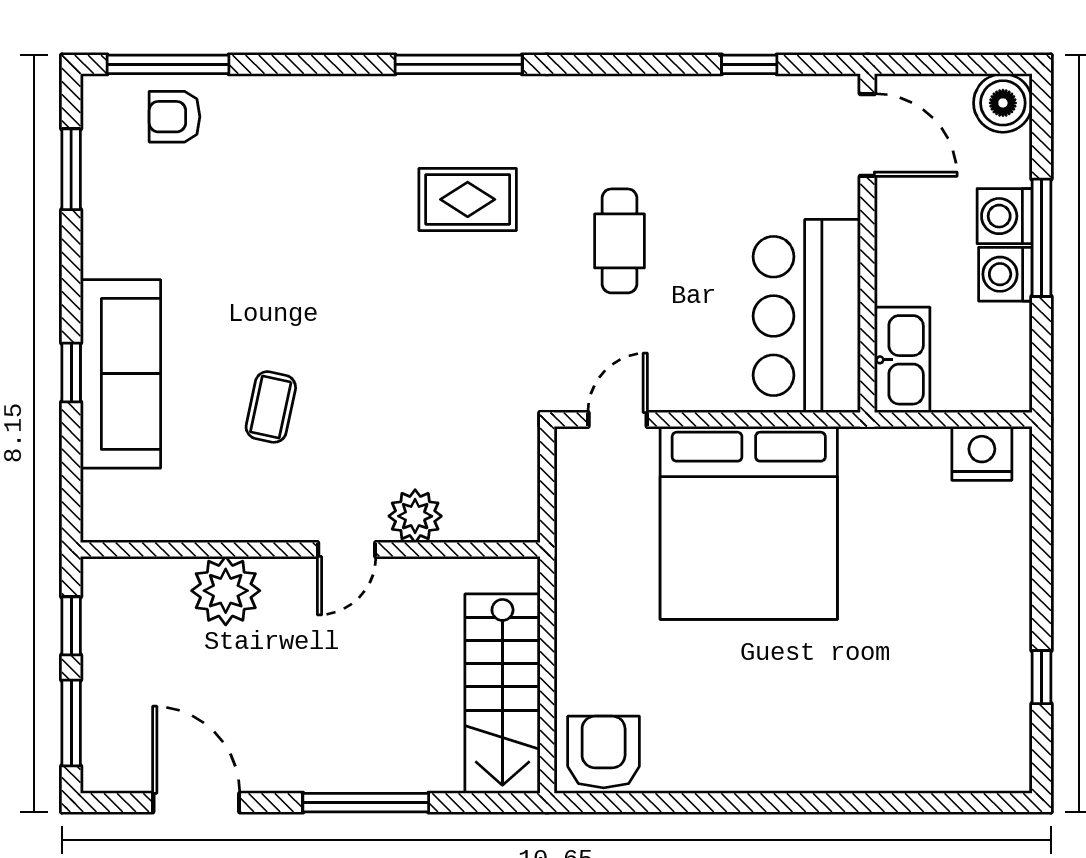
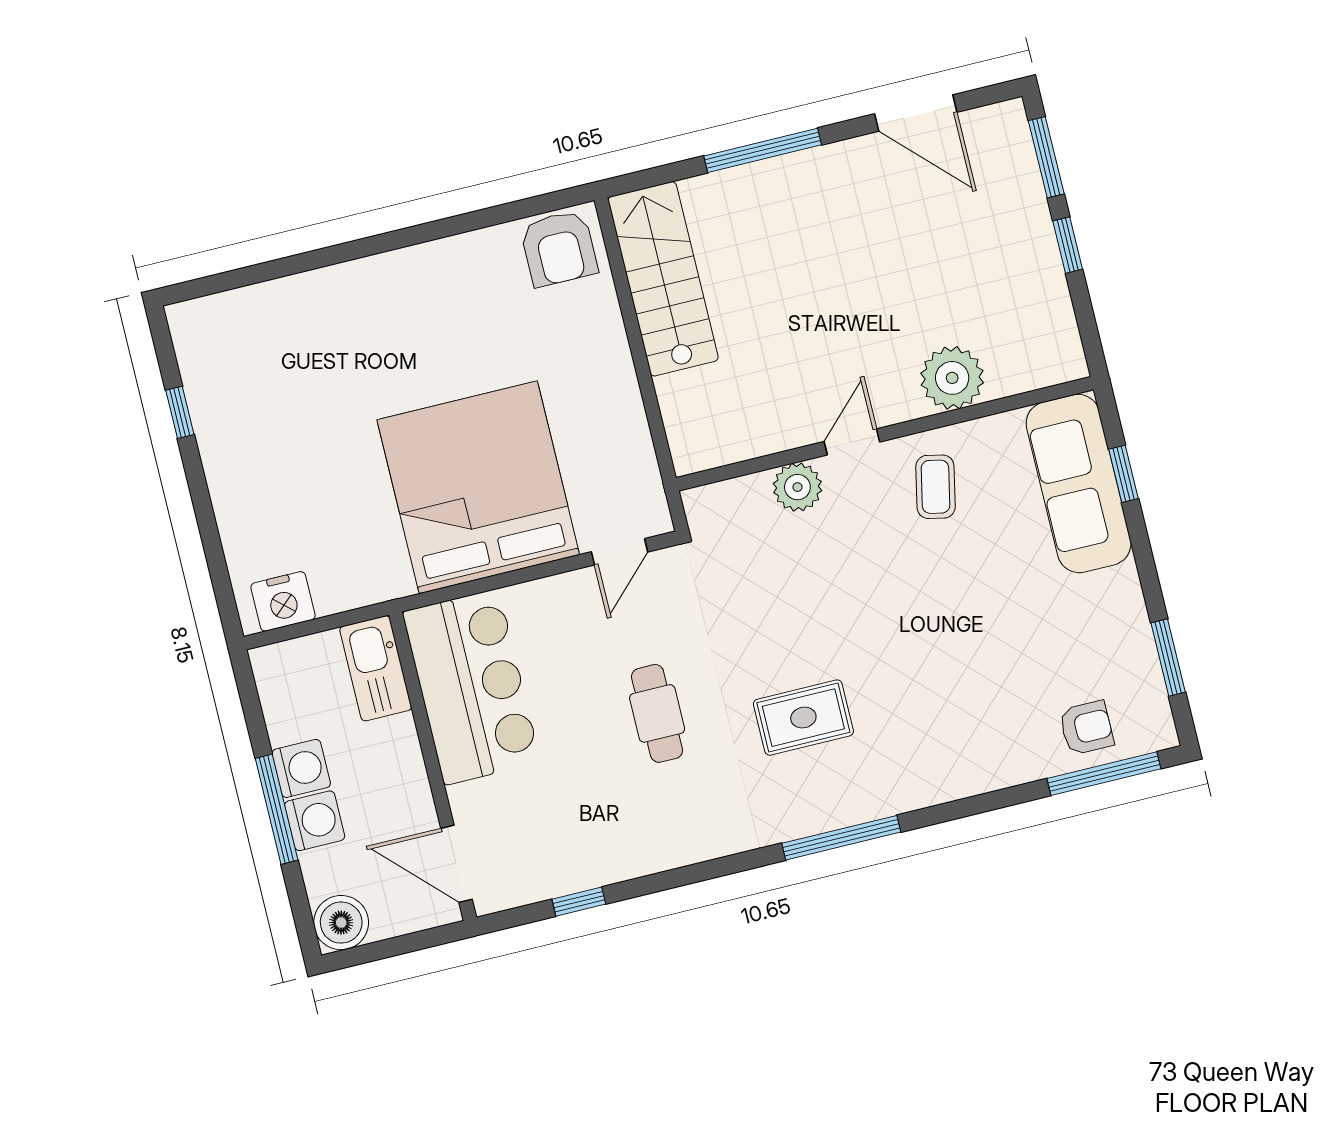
plant: (415, 516) -> (797, 487), moved
wall: (310, 549) -> (885, 434), moved
door: (347, 549) -> (852, 442), moved
plant: (226, 591) -> (952, 378), moved

